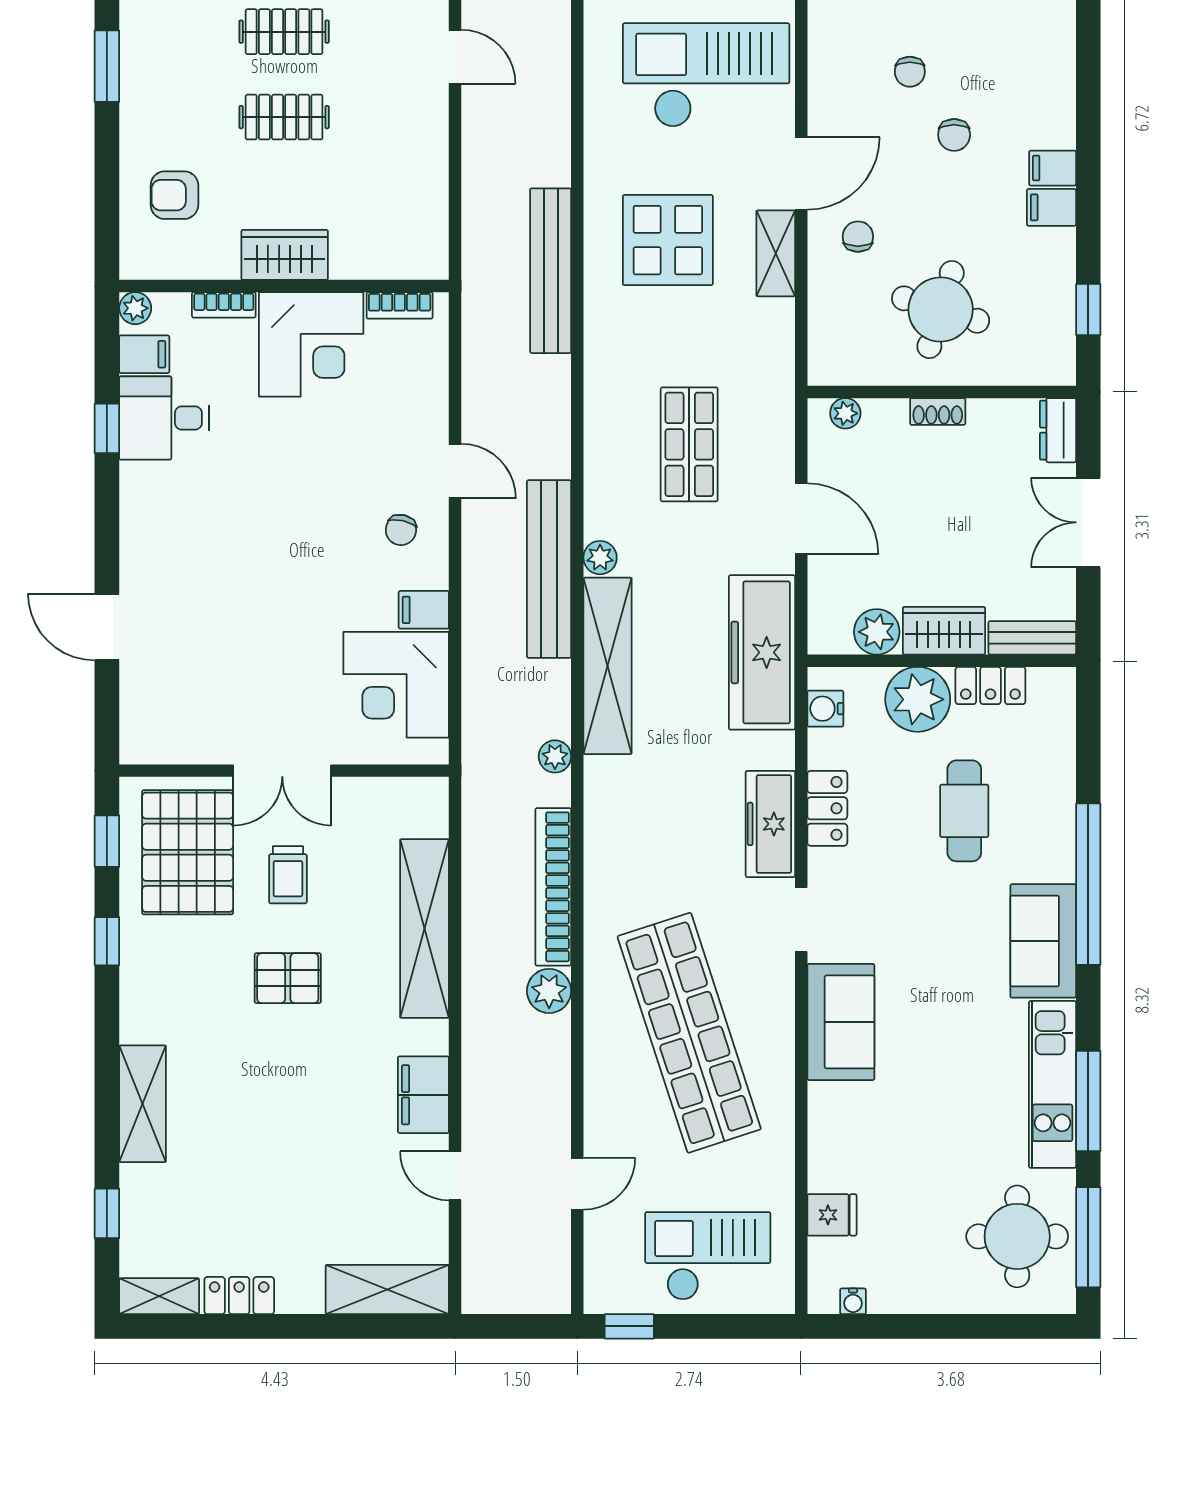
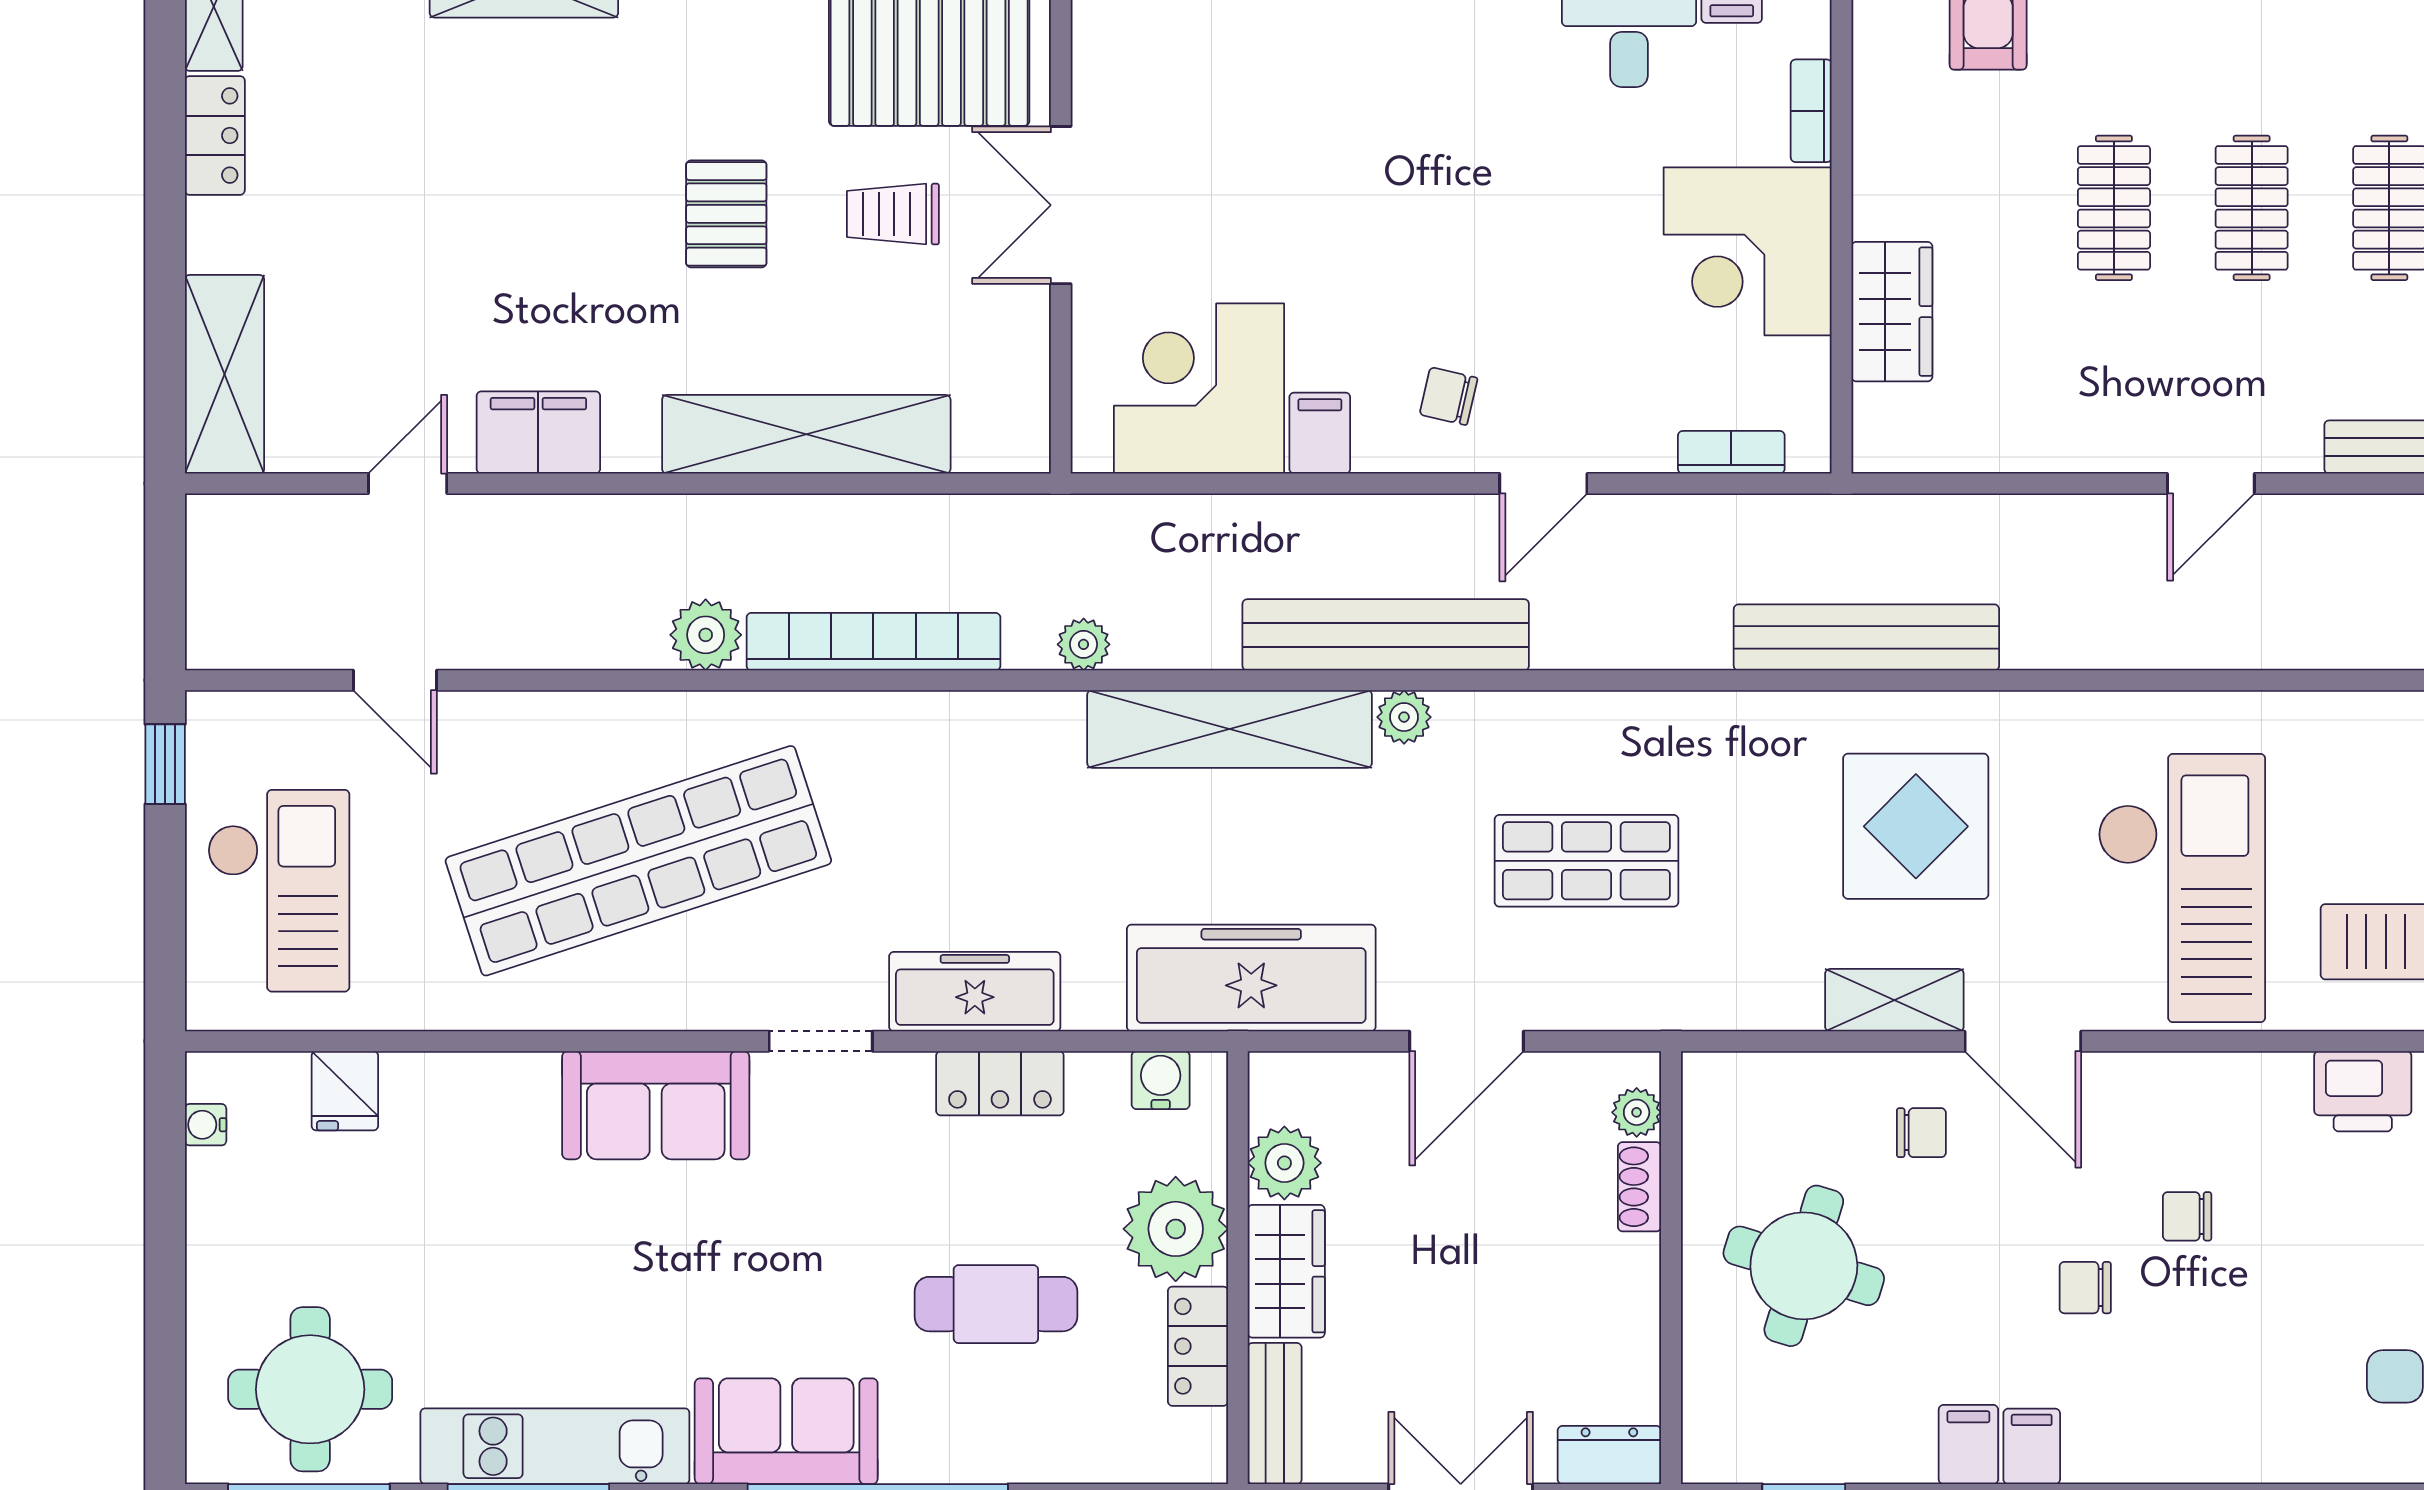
wardrobe: (285, 255) -> (1892, 312), moved
bookcase: (400, 305) -> (1731, 452), moved, turned 90
shoe rack: (938, 411) -> (1639, 1187), moved

